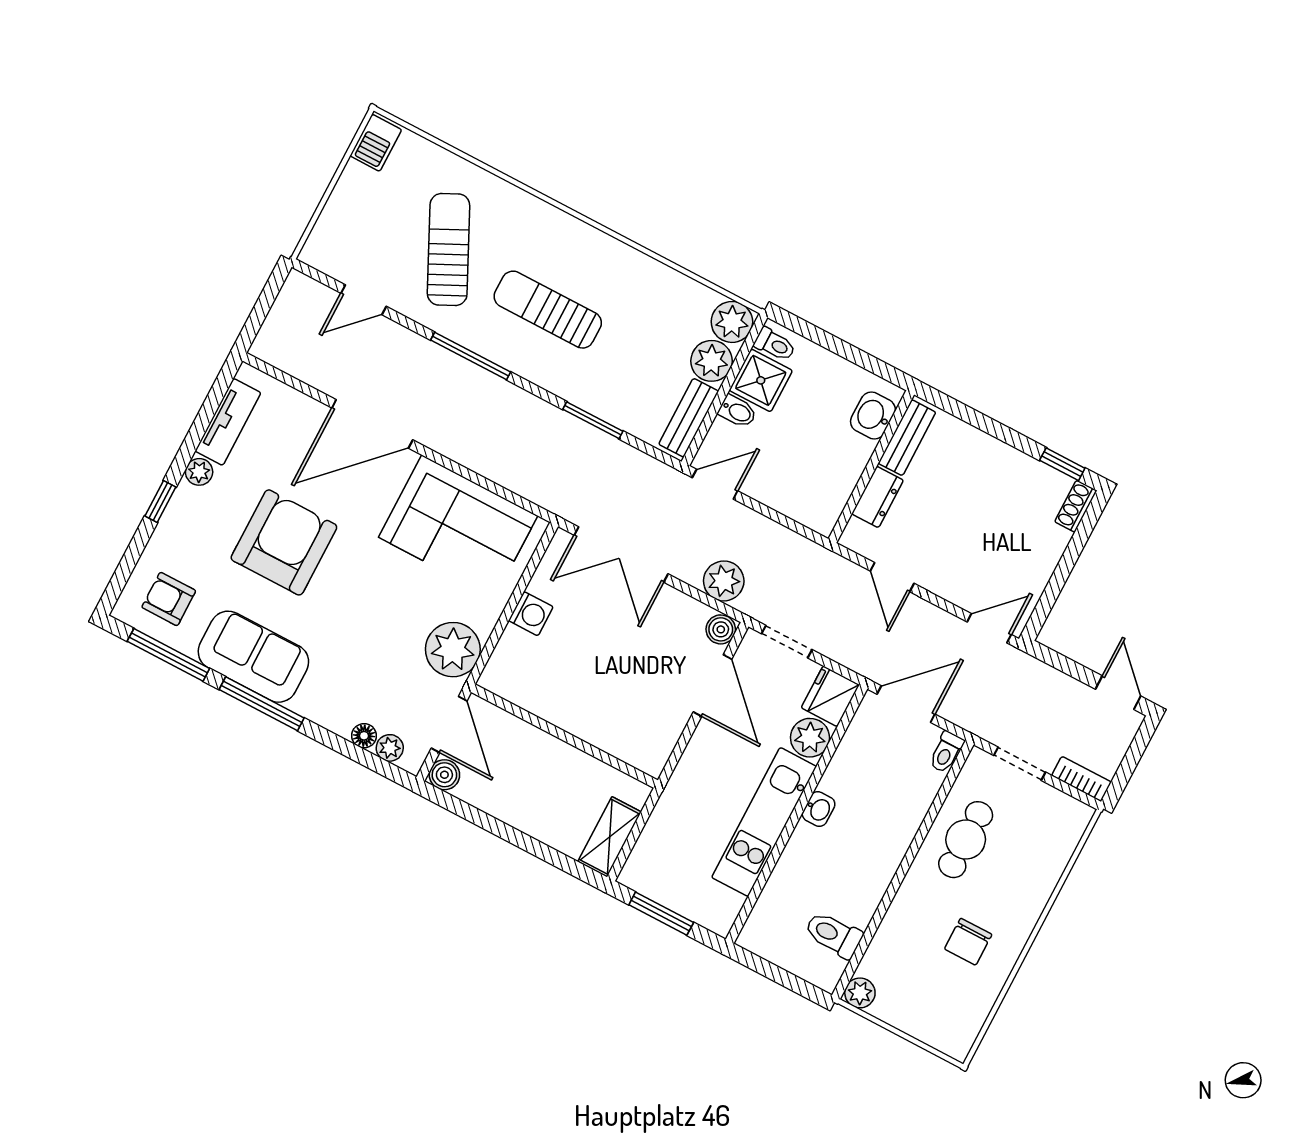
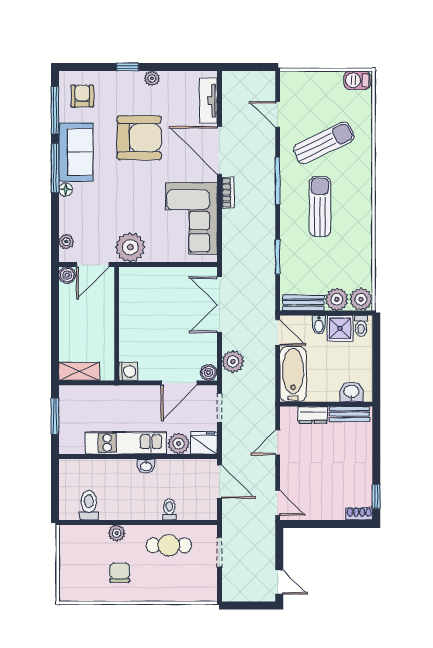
tv unit: (228, 422) -> (208, 101), moved, turned 90
bathtub: (795, 494) -> (293, 374), added
washing machine: (531, 614) -> (128, 371), moved, turned -90
door: (1118, 693) -> (279, 582), hinge flipped
floor lamp: (364, 736) -> (66, 190), moved
toilet: (946, 752) -> (169, 509), moved, turned 90
bookcase: (1082, 779) -> (228, 193), moved
chair: (968, 942) -> (120, 573), turned 90
plant: (860, 993) -> (117, 533), moved

